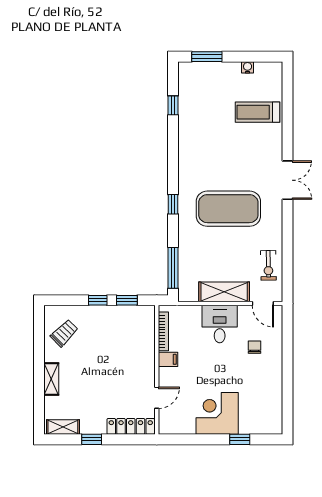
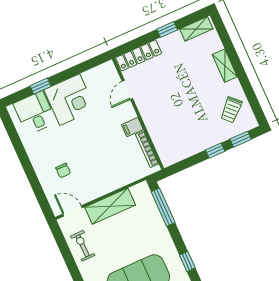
window: (127, 300) -> (241, 139), moved
desk: (220, 324) -> (35, 113), moved, turned 180

